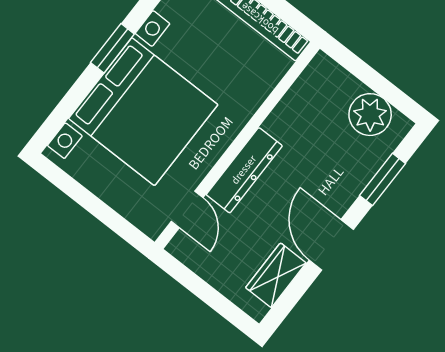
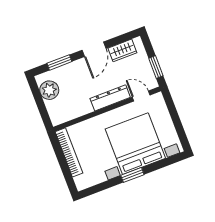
door: (187, 209) -> (141, 96), hinge flipped
window: (192, 282) -> (156, 67), added

